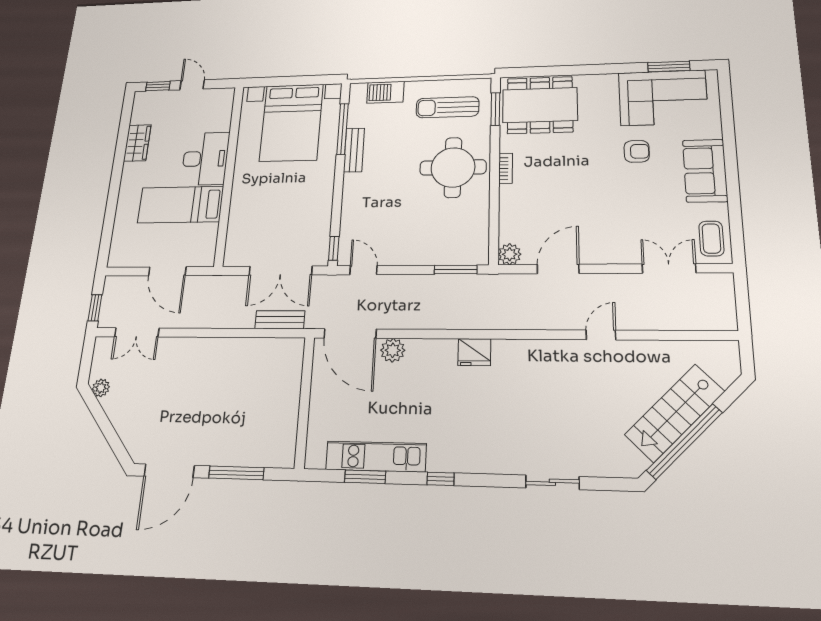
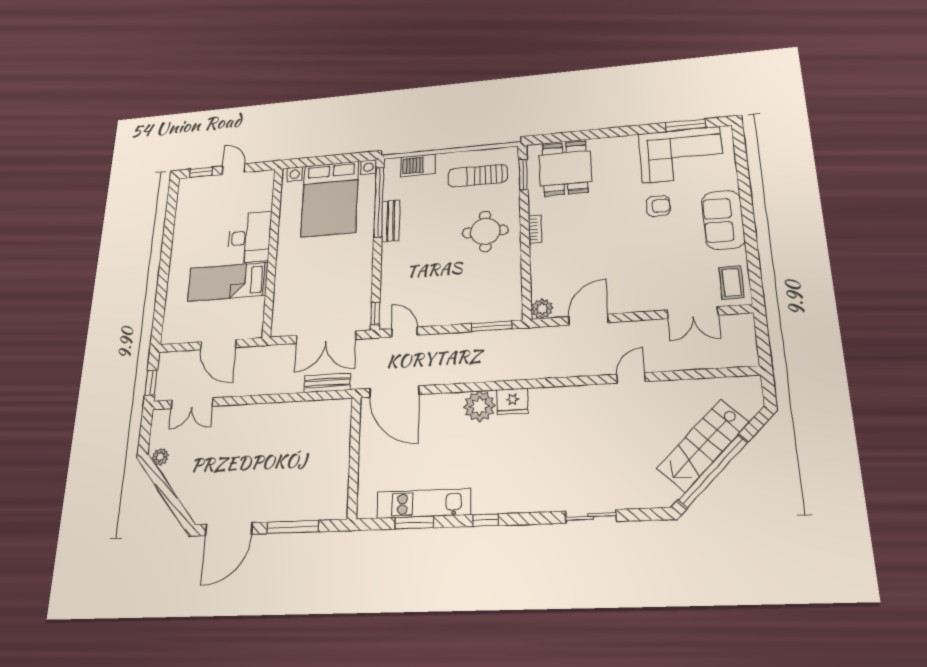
dining table: (540, 105) -> (565, 168), width x0.73
window: (343, 129) -> (379, 202), width x1.46
wardrobe: (137, 143) -> (184, 227), removed
round table: (453, 167) -> (485, 231), width x0.73, depth x0.73
double door: (669, 268) -> (693, 313), swing flipped
plant: (393, 350) -> (480, 406), moved, width x1.36, depth x1.36

